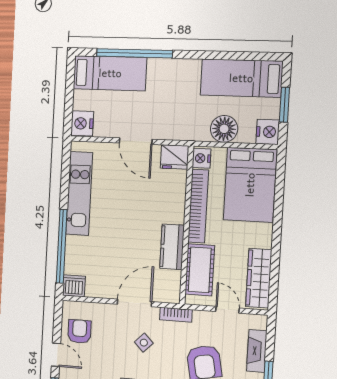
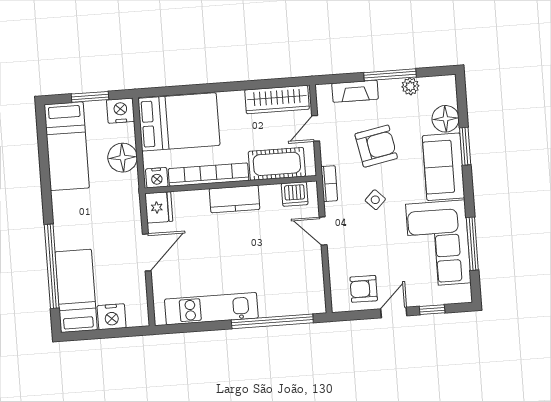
nightstand: (82, 123) -> (112, 317), moved
kitchen counter: (172, 247) -> (235, 199), moved
dishwasher: (74, 286) -> (295, 194), moved, turned -90
door: (134, 303) -> (323, 231), width x0.73
side table: (144, 343) -> (375, 200), moved

